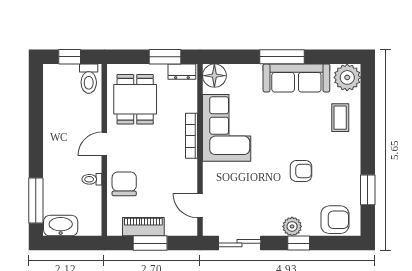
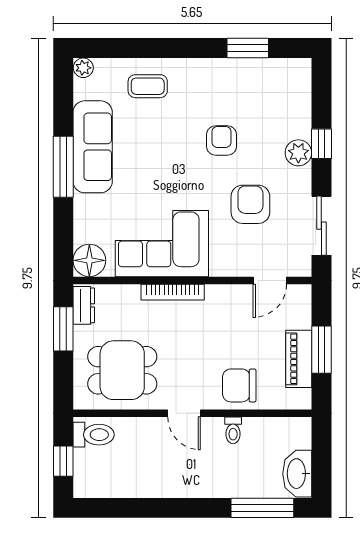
plant: (347, 77) -> (83, 68), width x0.53, depth x0.53
armchair: (335, 220) -> (250, 204), moved

